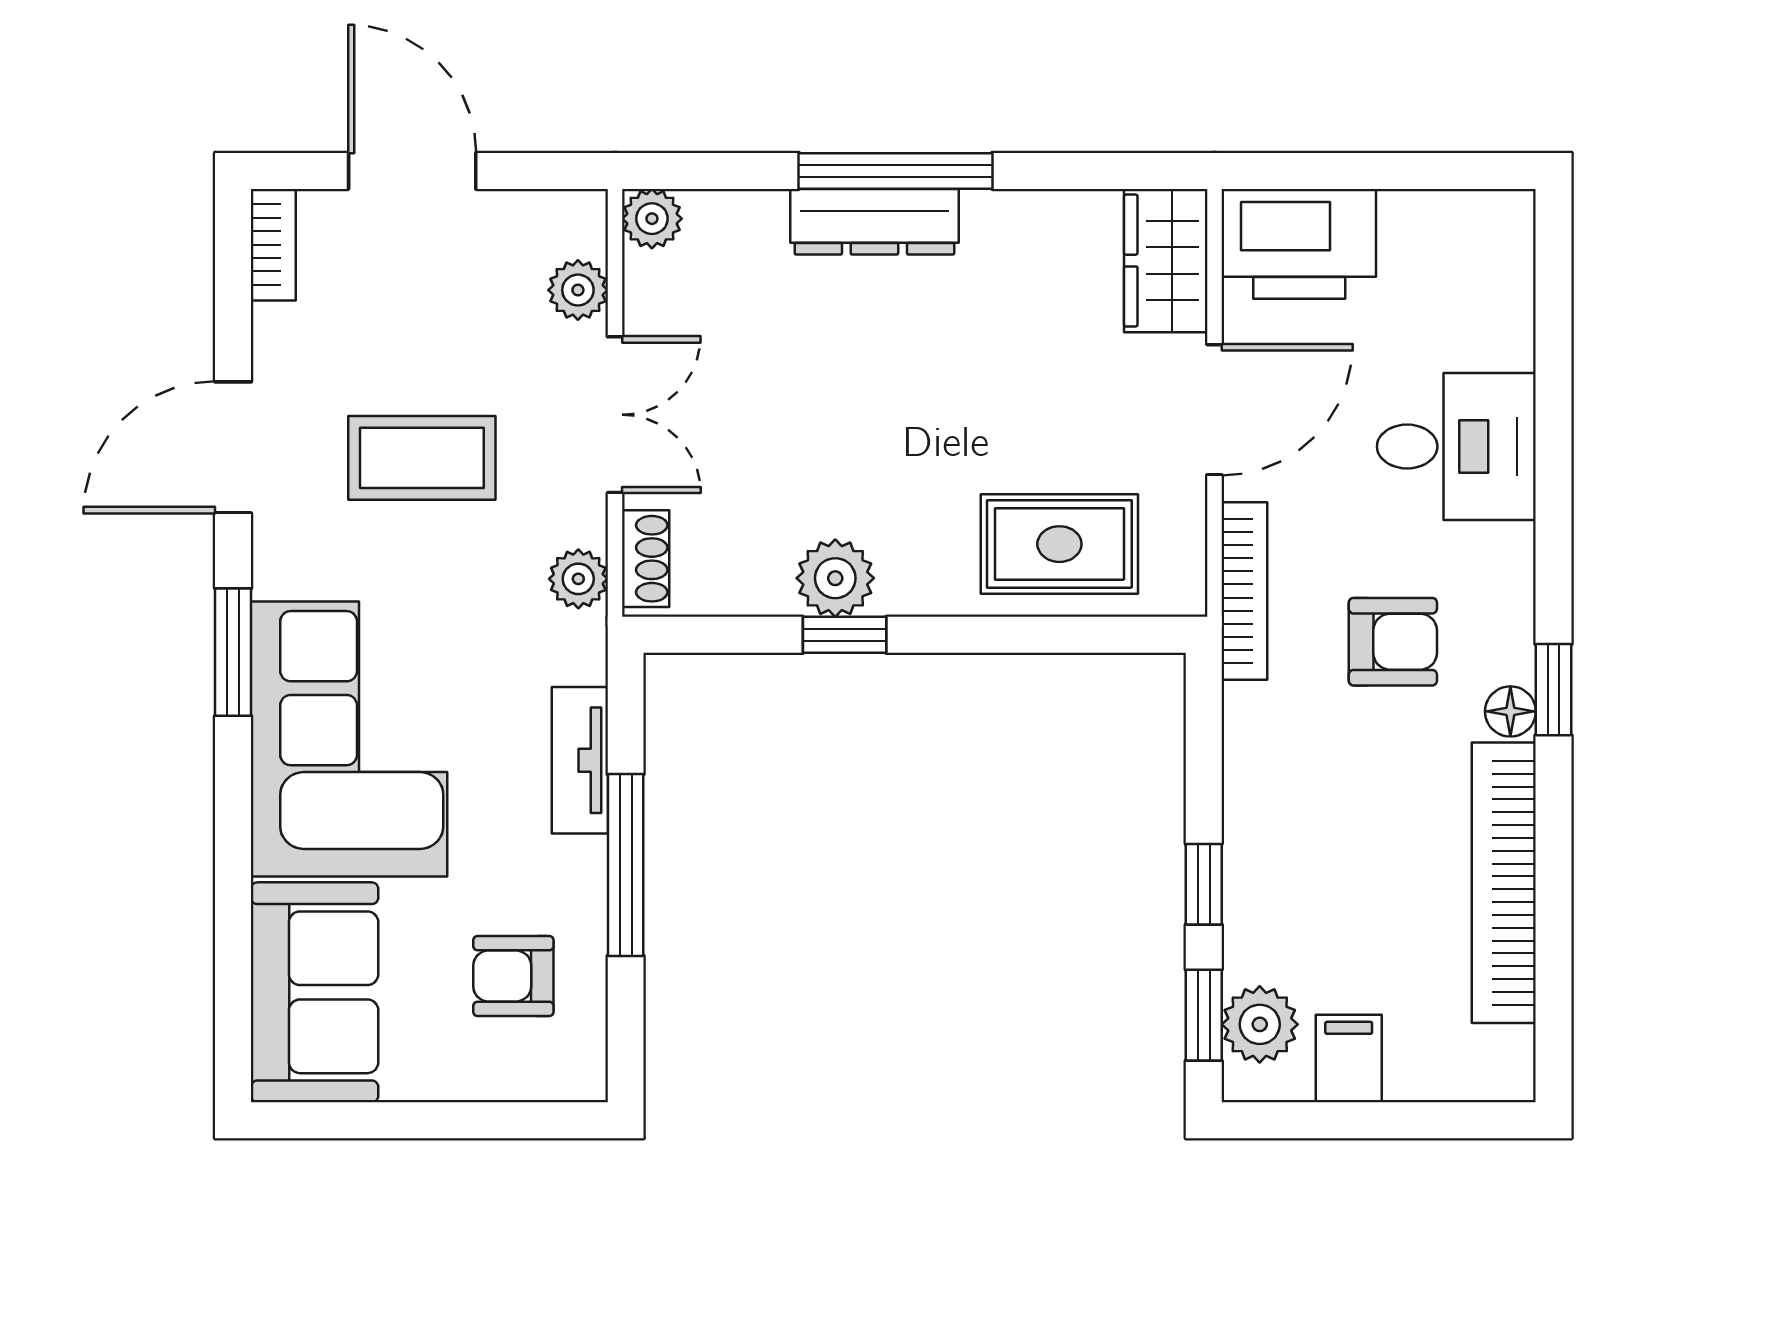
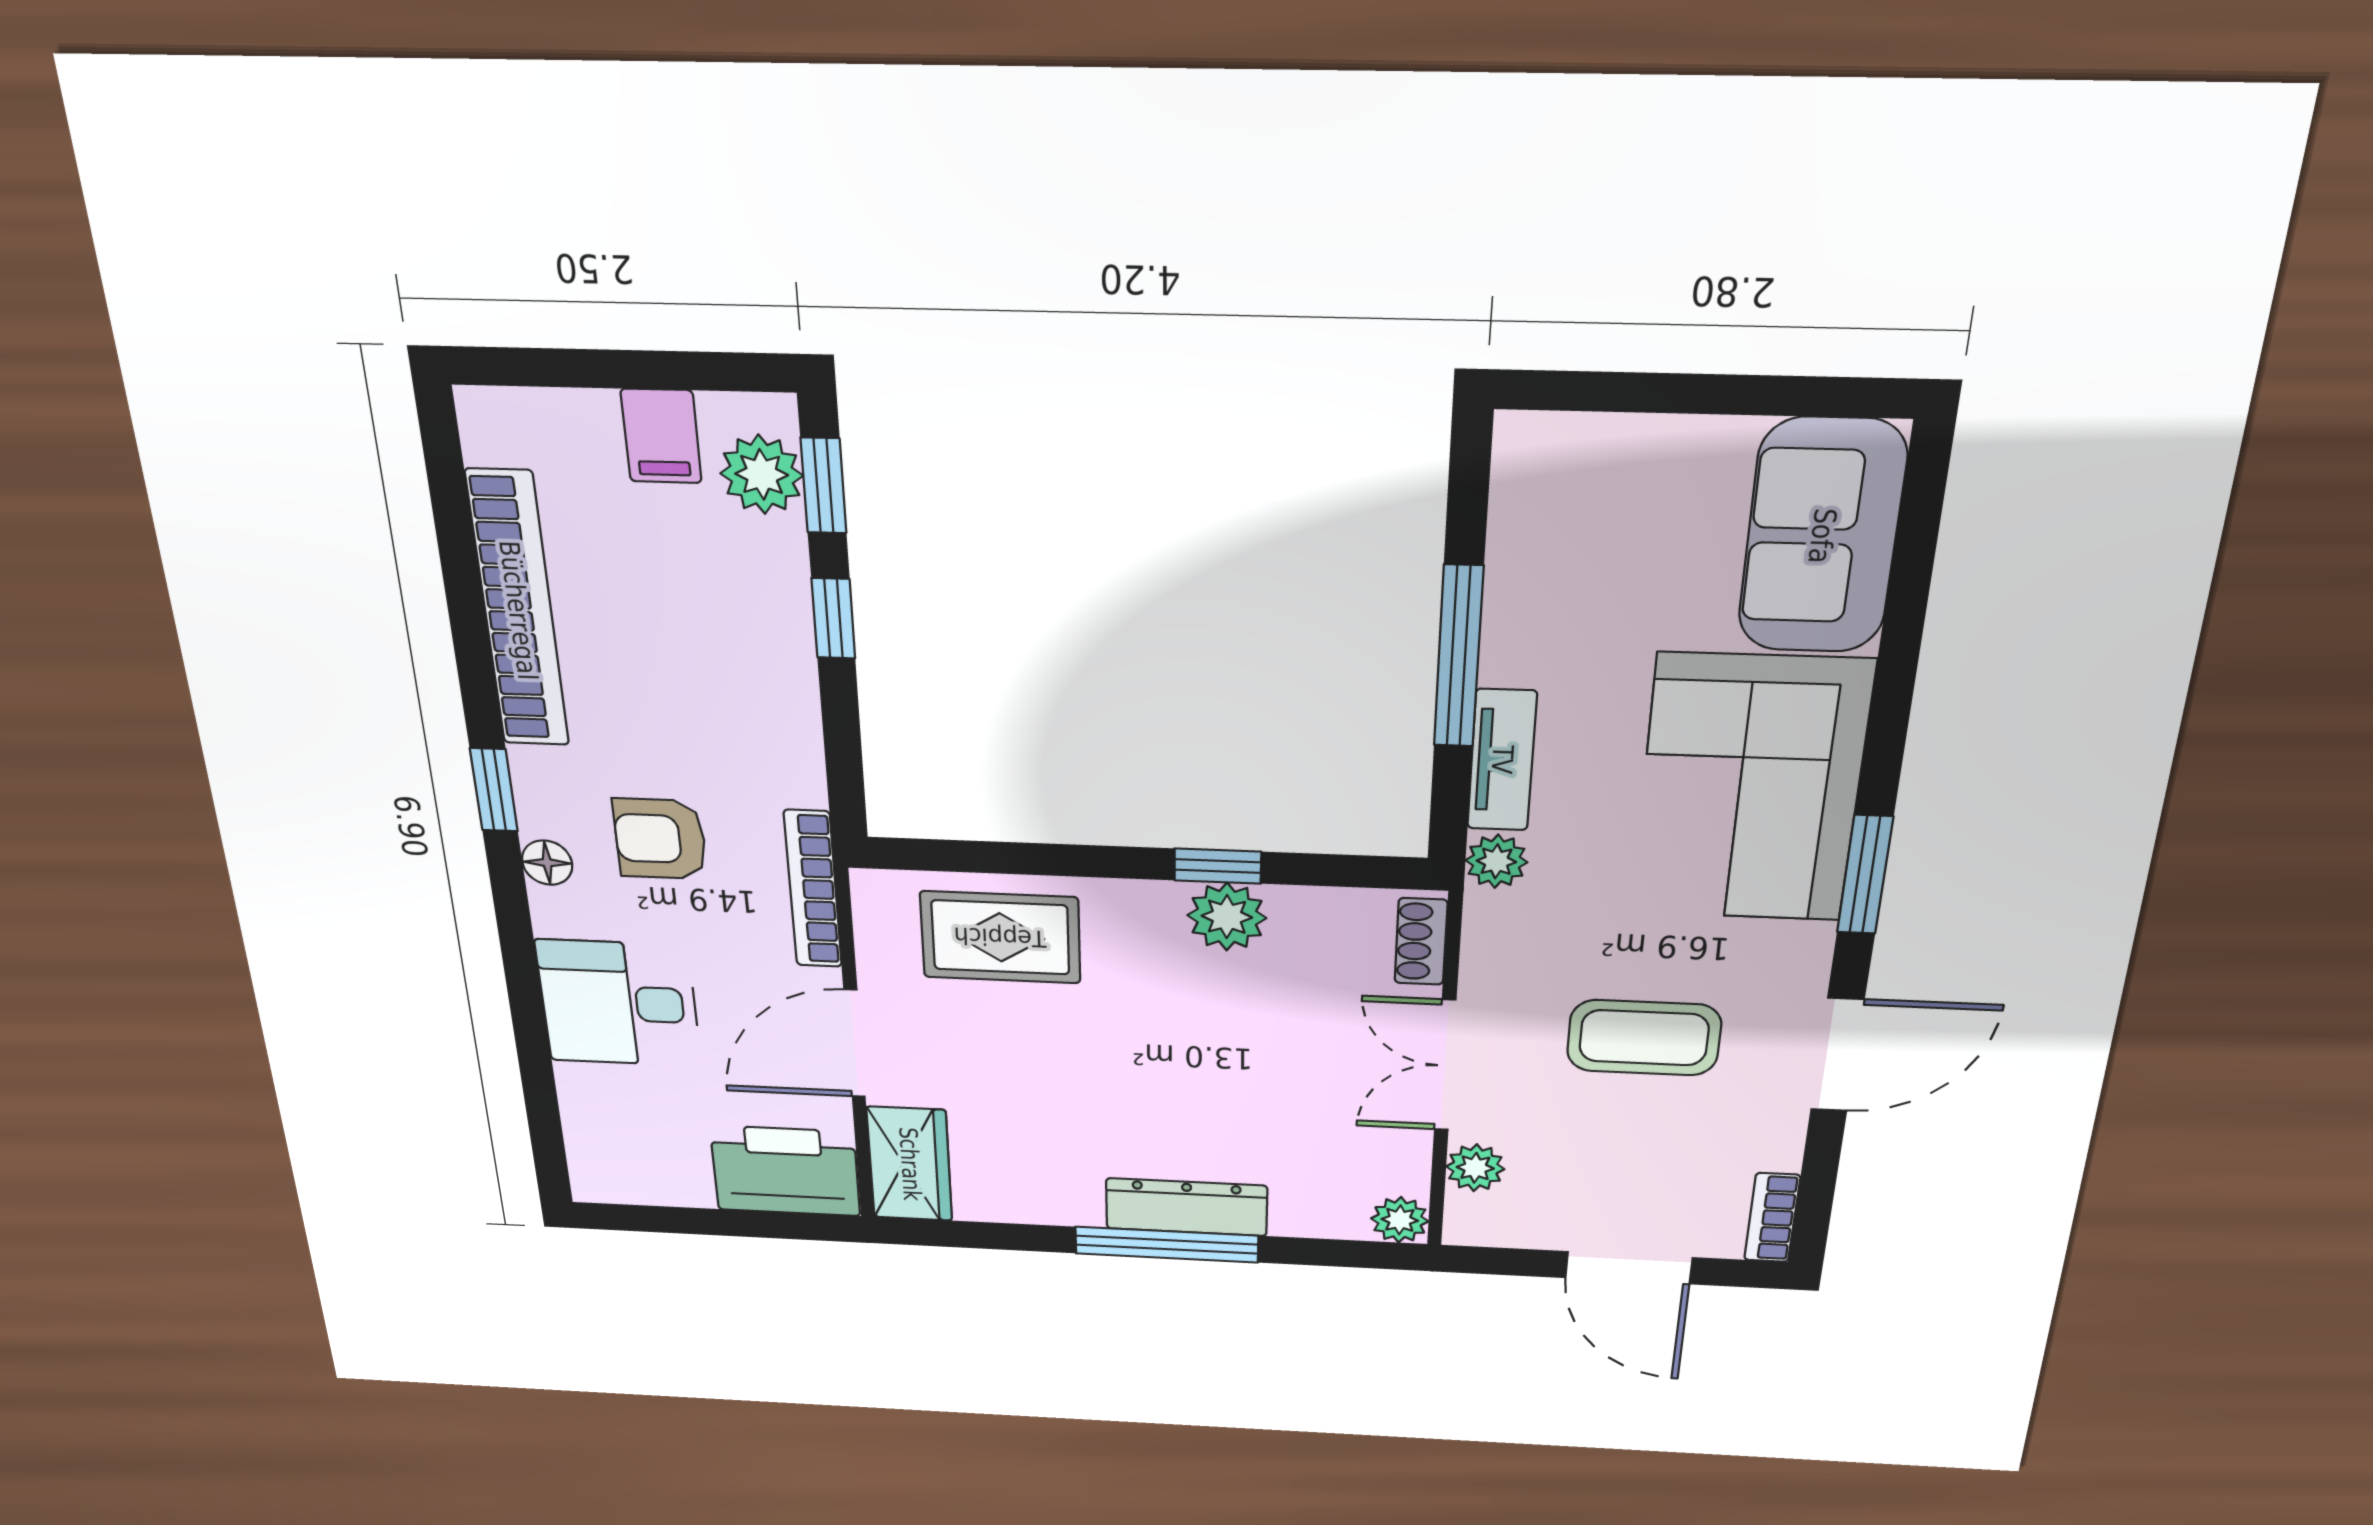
plant: (578, 579) -> (1496, 861), moved
floor lamp: (1510, 711) -> (547, 863), moved
armchair: (513, 976) -> (1592, 547), removed

